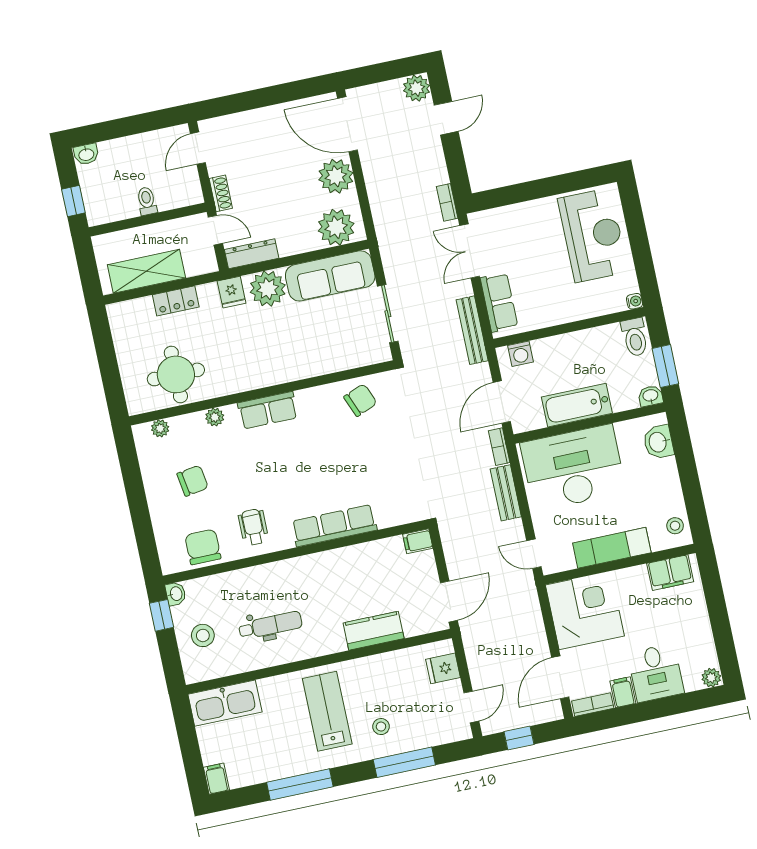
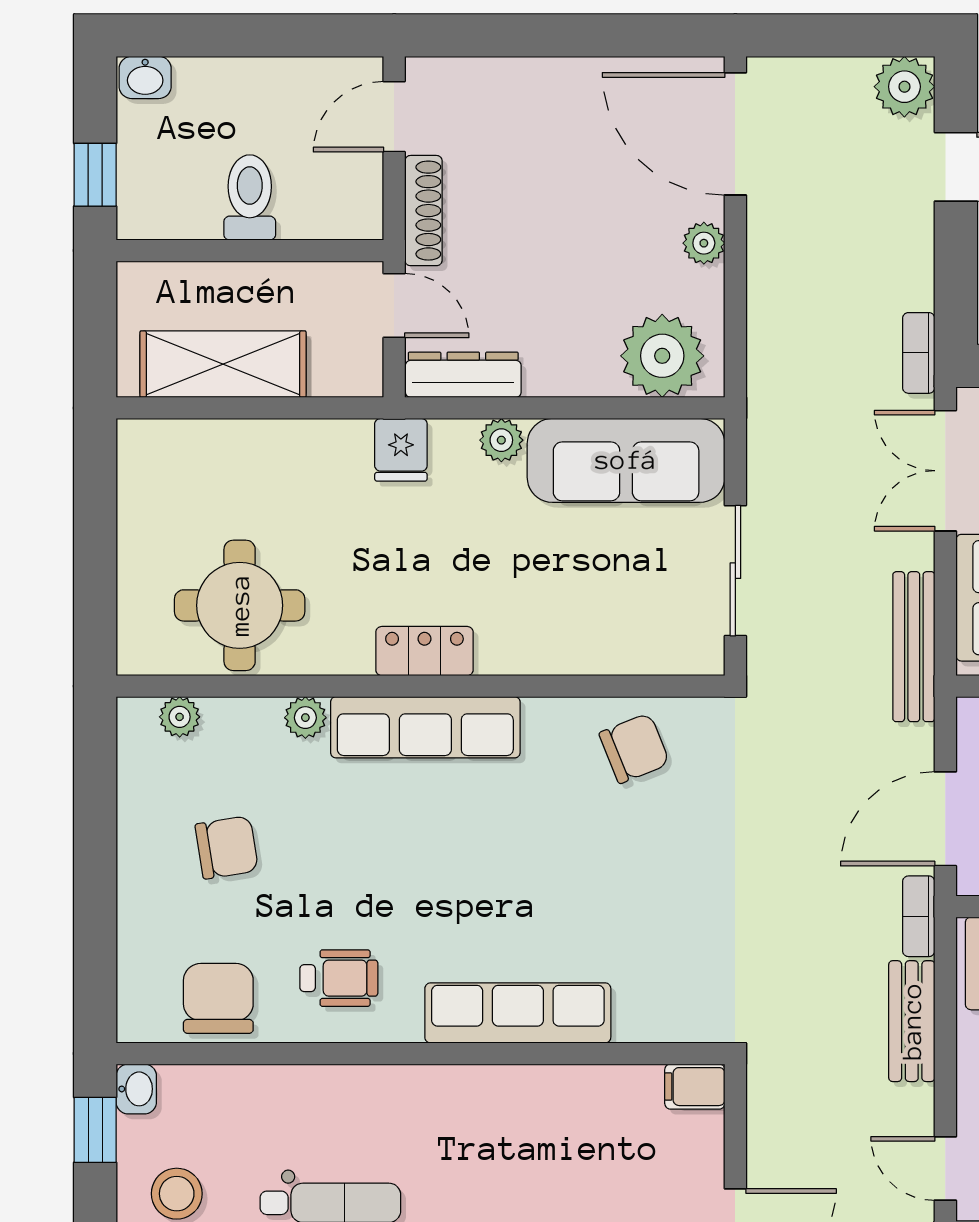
plant: (336, 176) -> (704, 243), width x0.53, depth x0.53
shoe rack: (221, 193) -> (423, 211), width x1.43
toilet: (147, 201) -> (250, 197), width x1.37, depth x1.39
plant: (268, 289) -> (501, 440), width x0.53, depth x0.53
locker: (176, 301) -> (424, 651), moved, turned 180
row of seats: (268, 410) -> (425, 727), width x1.48
wheelchair: (253, 527) -> (339, 978), turned 90

